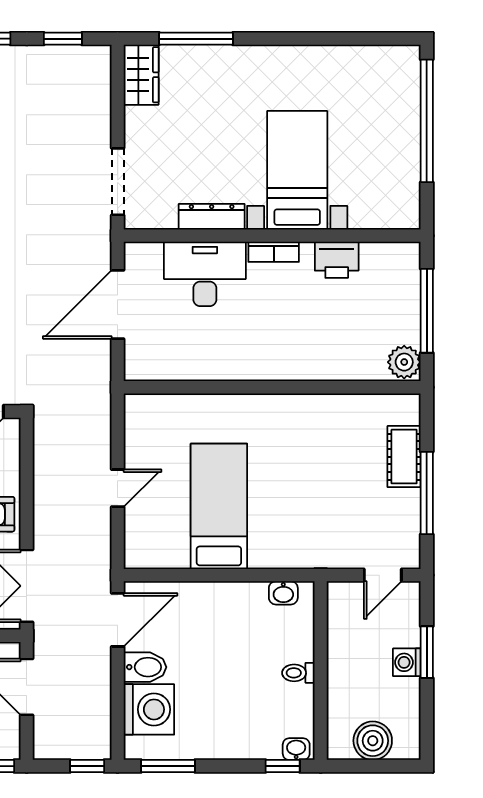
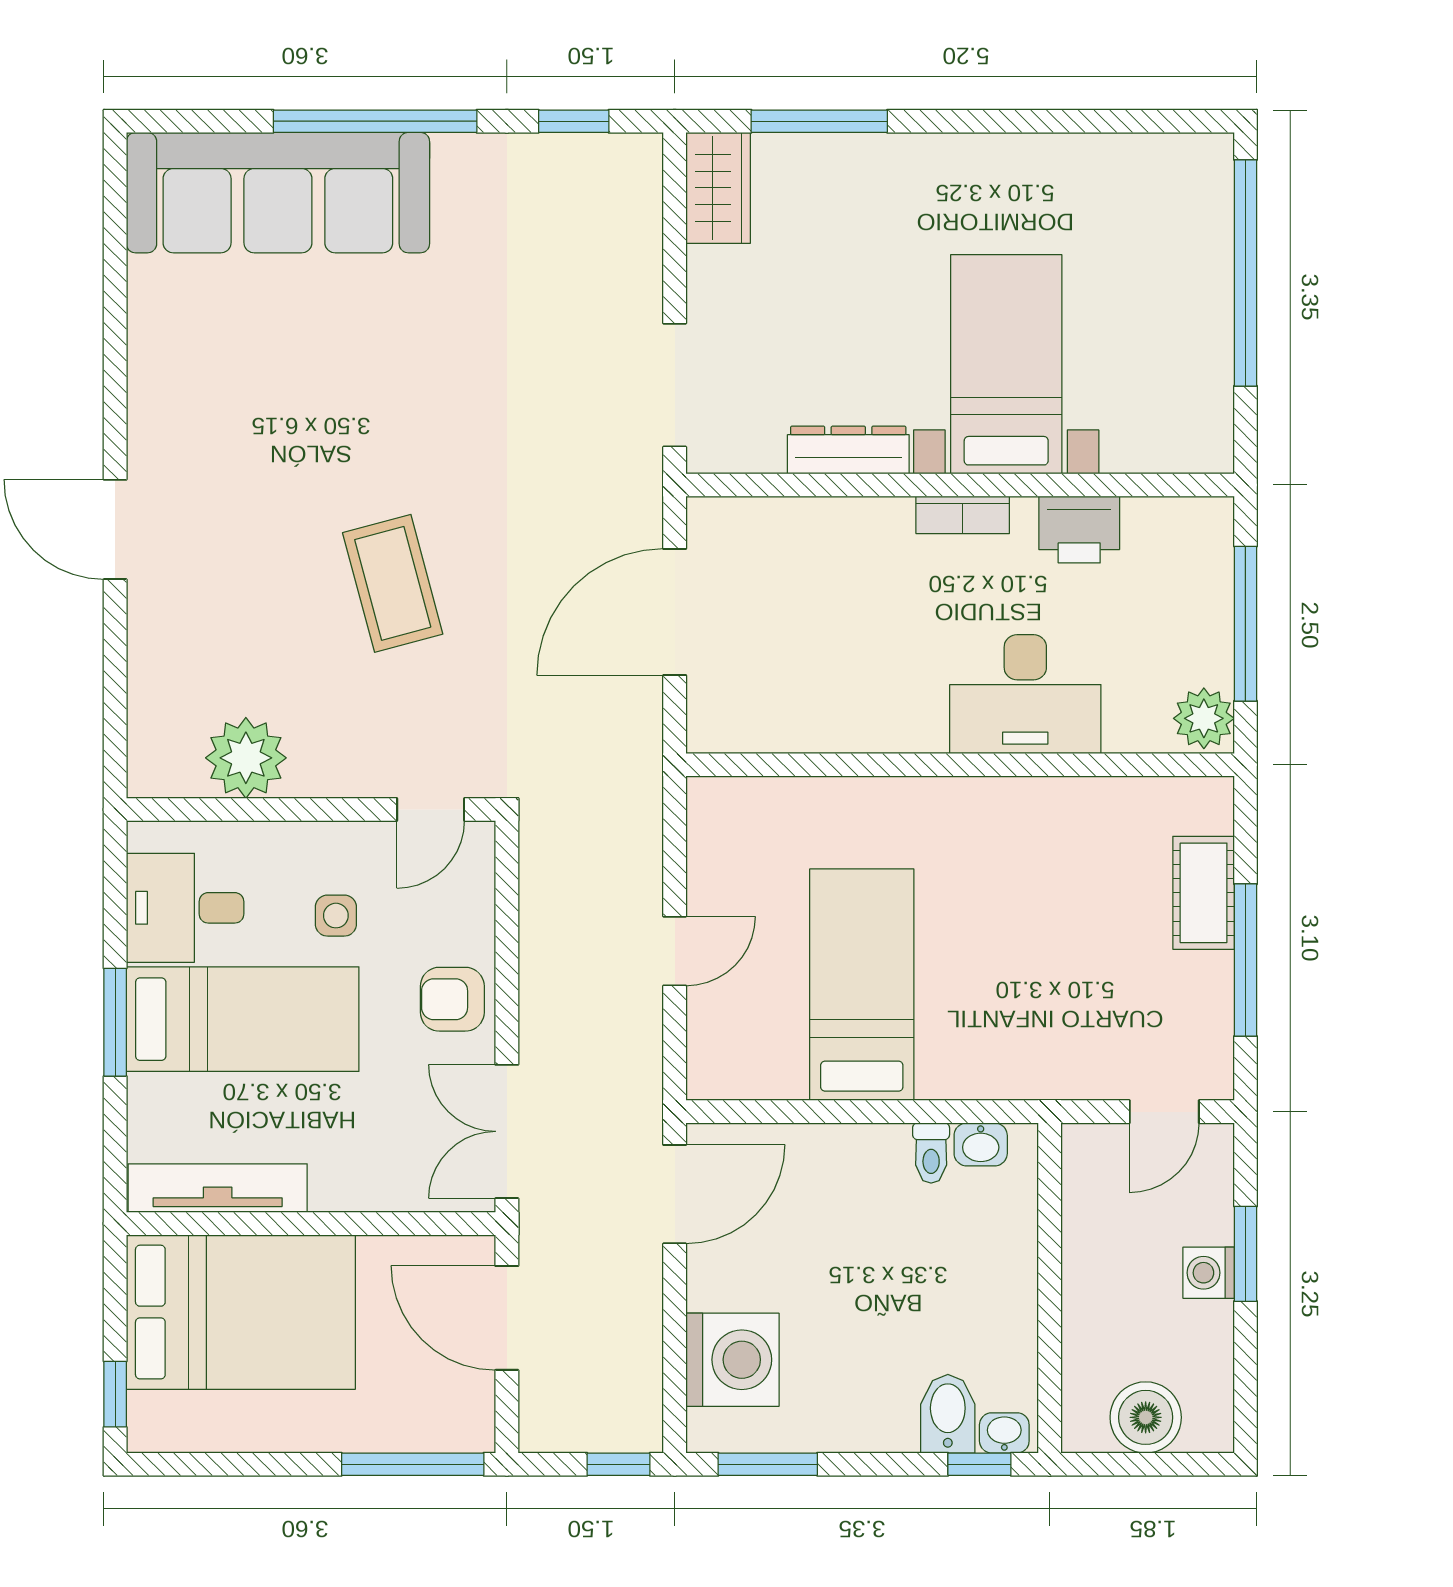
desk: (205, 274) -> (1025, 694), moved, turned 180
bidet: (145, 667) -> (948, 1414), moved, turned -90
toilet: (298, 673) -> (931, 1153), moved, turned -90

